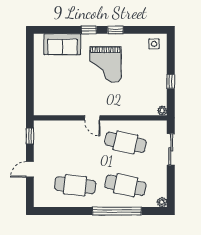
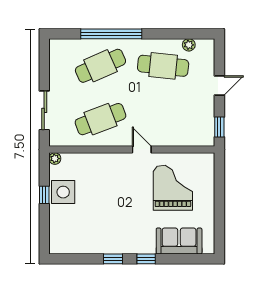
side table: (154, 44) -> (63, 192), moved, width x1.87, depth x1.87
grand piano: (105, 64) -> (173, 188), moved
cafe table: (126, 142) -> (100, 119), turned -33
cafe table: (126, 185) -> (100, 66), turned -36
plant: (162, 202) -> (189, 45), moved

